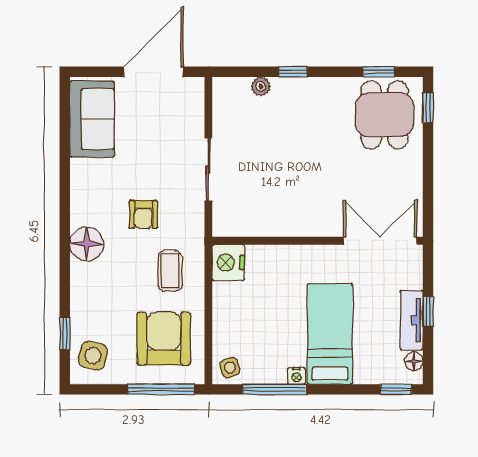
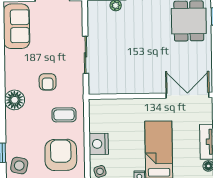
nightstand: (228, 263) -> (99, 144), moved
coffee table: (170, 271) -> (64, 115), turned 90

